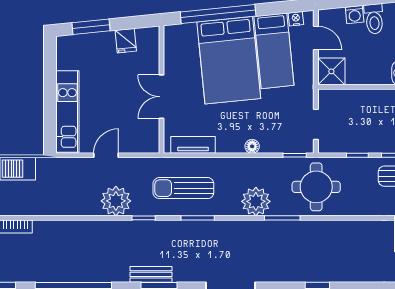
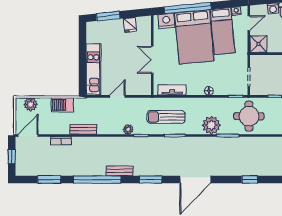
nightstand: (184, 35) -> (166, 21), added
door: (316, 38) -> (249, 23), hinge flipped
plant: (116, 201) -> (128, 129), width x0.53, depth x0.53
bench: (51, 208) -> (83, 129), added
bench: (151, 274) -> (120, 171), moved

